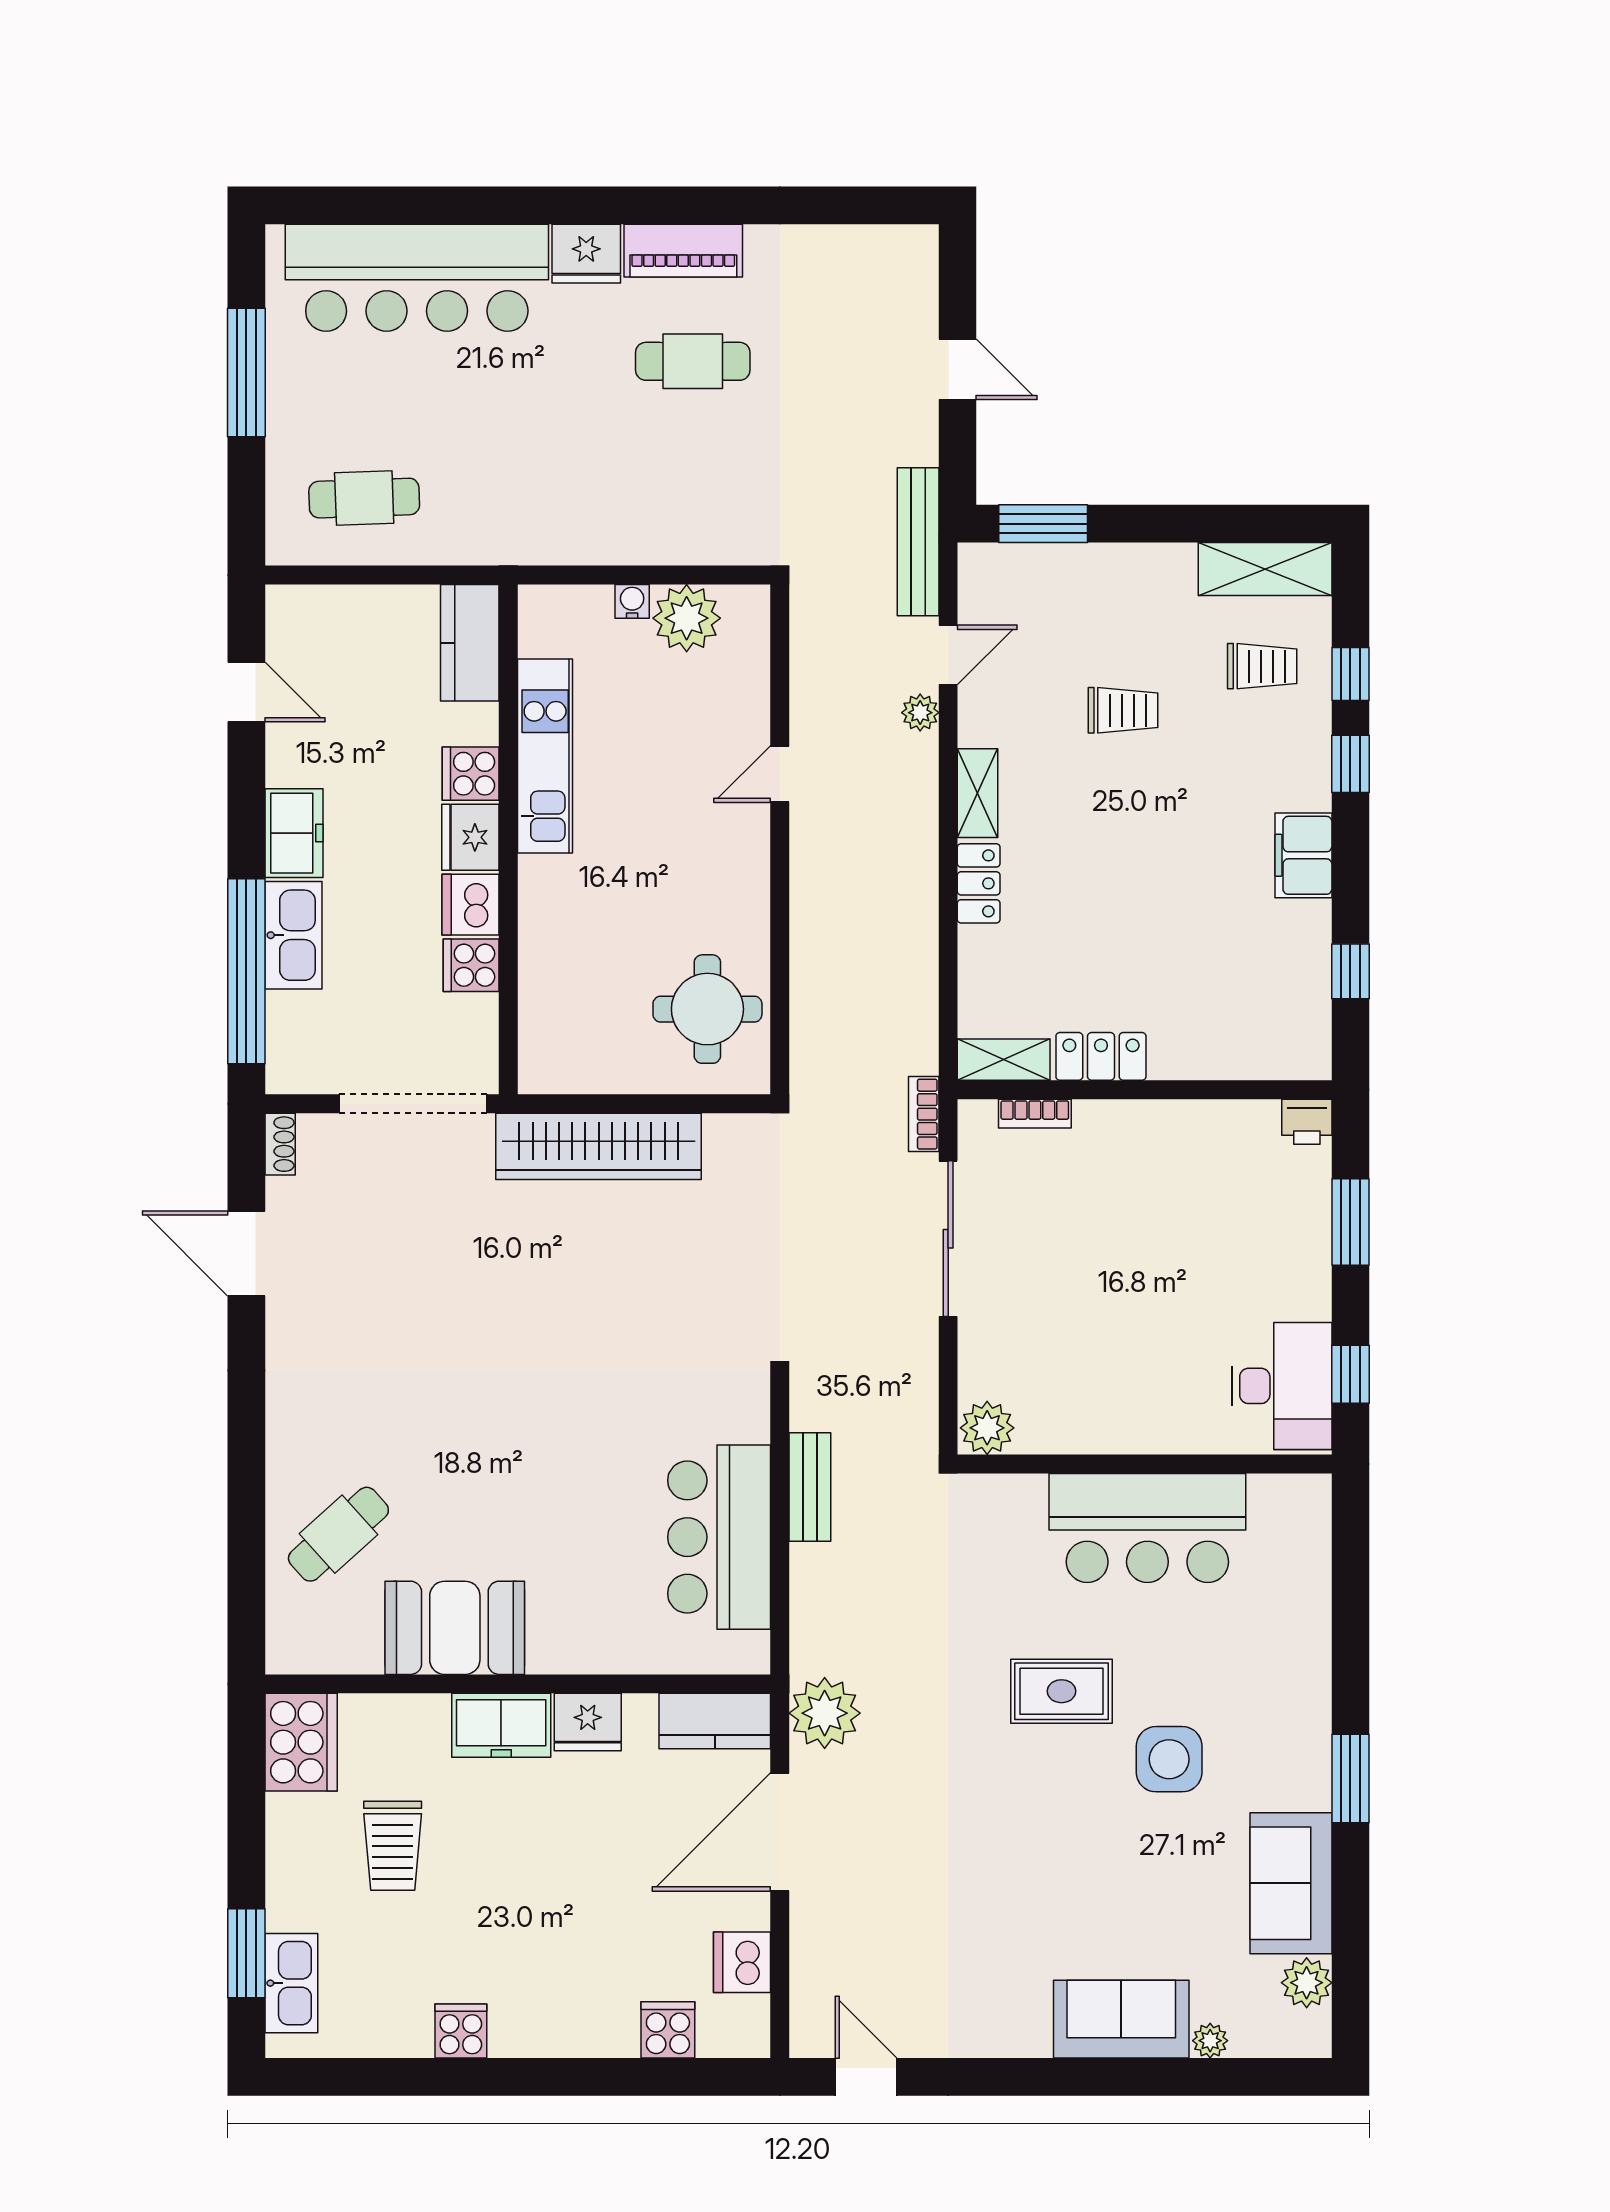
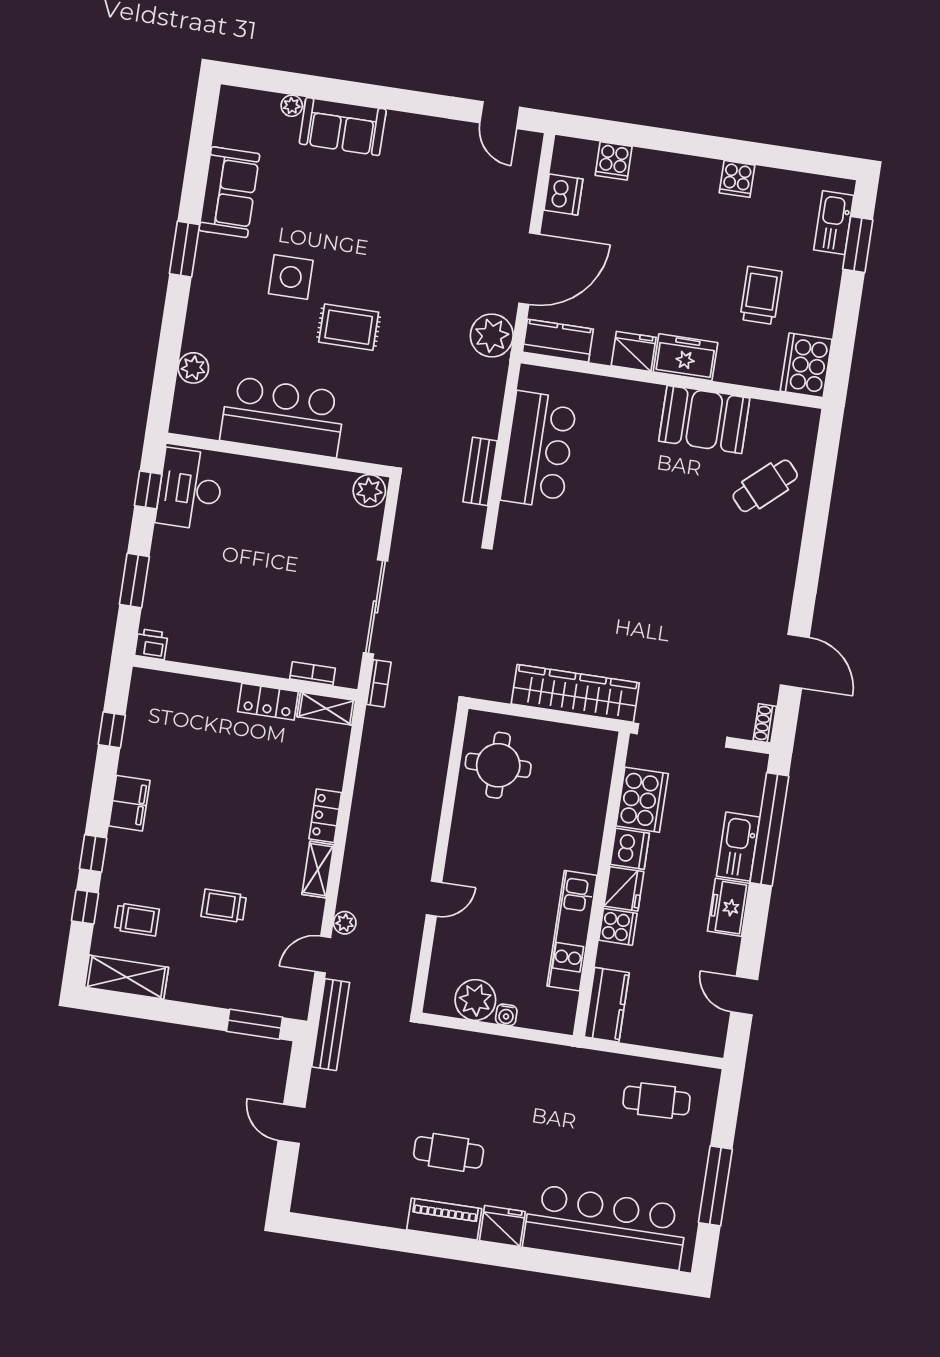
trolley: (1262, 666) -> (137, 920), turned 180
cooker: (471, 965) -> (642, 800), width x1.87, depth x1.31
plant: (1307, 1983) -> (193, 368), moved

